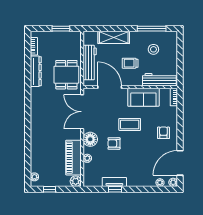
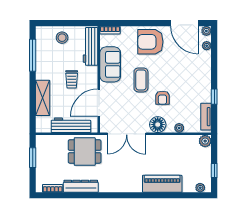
stool: (153, 49) -> (62, 38), moved
armchair: (163, 133) -> (150, 42), width x1.88, depth x1.88
piano: (73, 158) -> (162, 184), moved, turned 180
tv unit: (114, 182) -> (206, 117), moved

